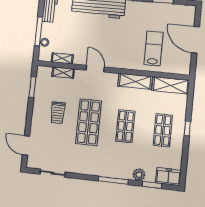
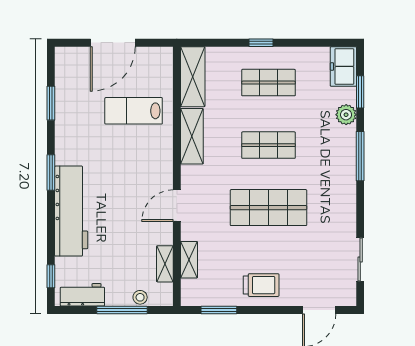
trolley: (58, 113) -> (261, 285), moved

